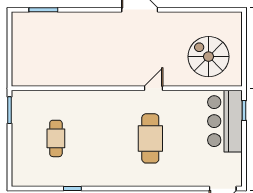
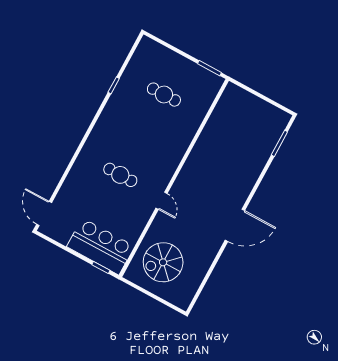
spiral stairs: (209, 57) -> (163, 262), turned 180
cafe table: (150, 138) -> (120, 175), width x0.73, depth x0.74

